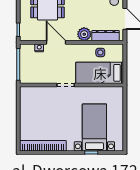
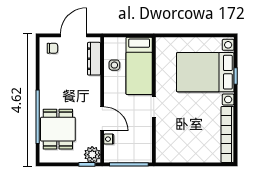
plant: (84, 34) -> (92, 155), moved
door: (56, 42) -> (102, 119), swing flipped
bed with nightstands: (94, 127) -> (205, 72), width x1.36

